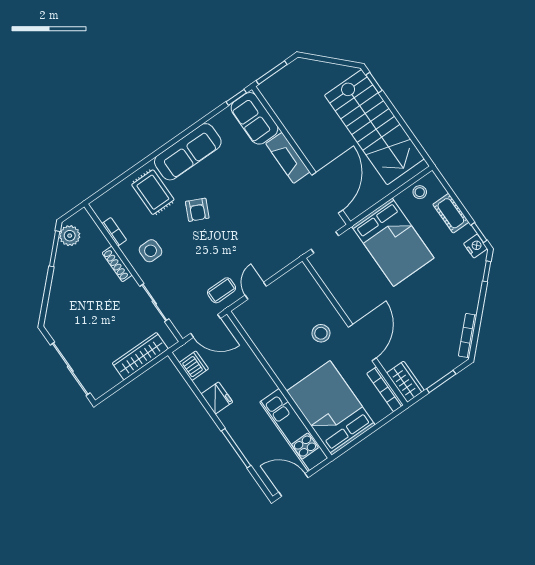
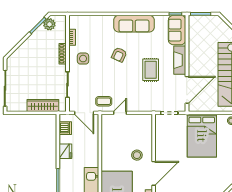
rug: (153, 192) -> (151, 70), moved

